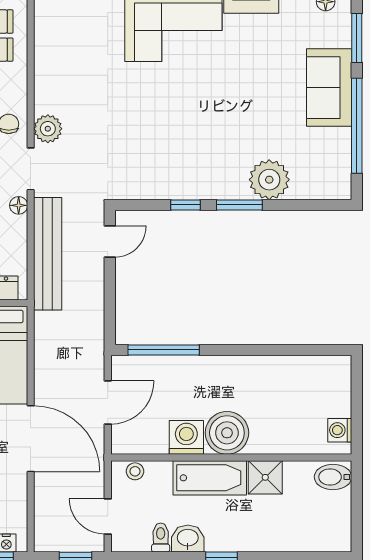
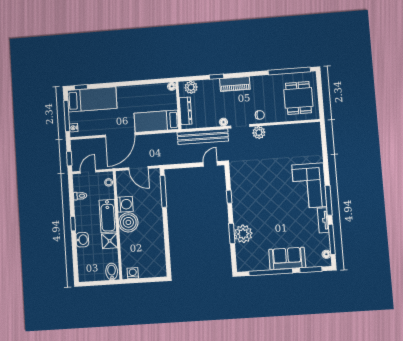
window: (239, 205) -> (232, 233), moved
door: (110, 241) -> (210, 164), swing flipped
washbasin: (188, 538) -> (82, 240), moved

